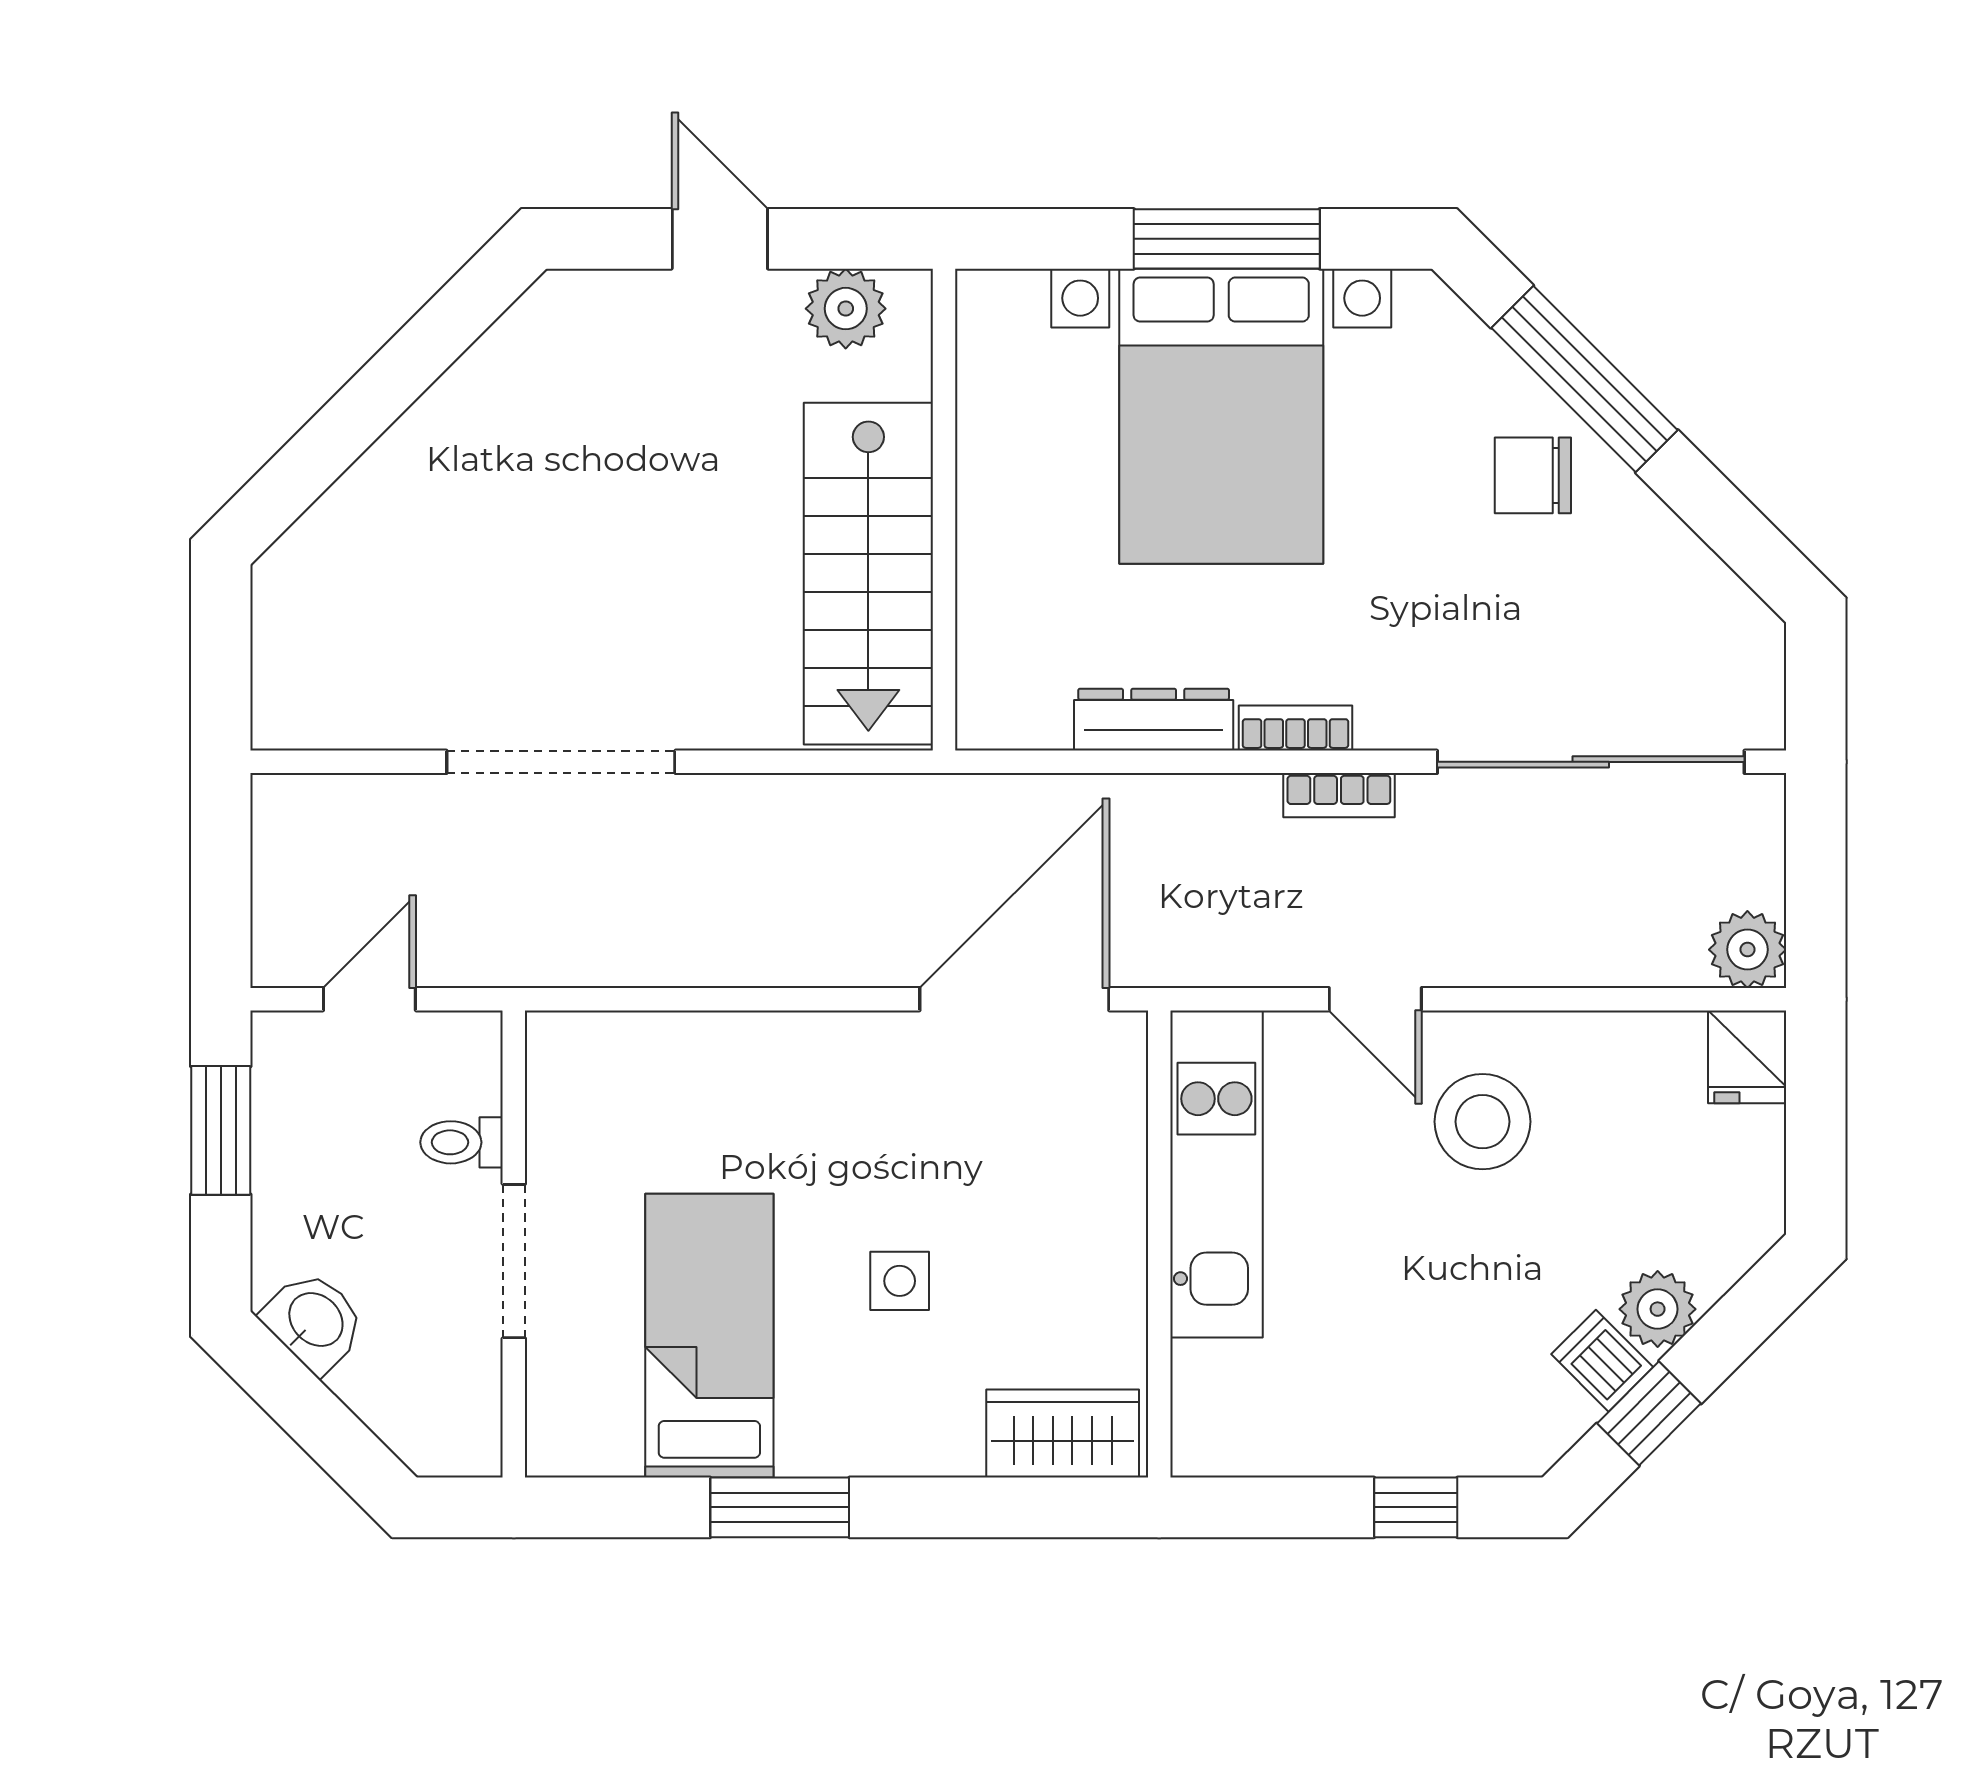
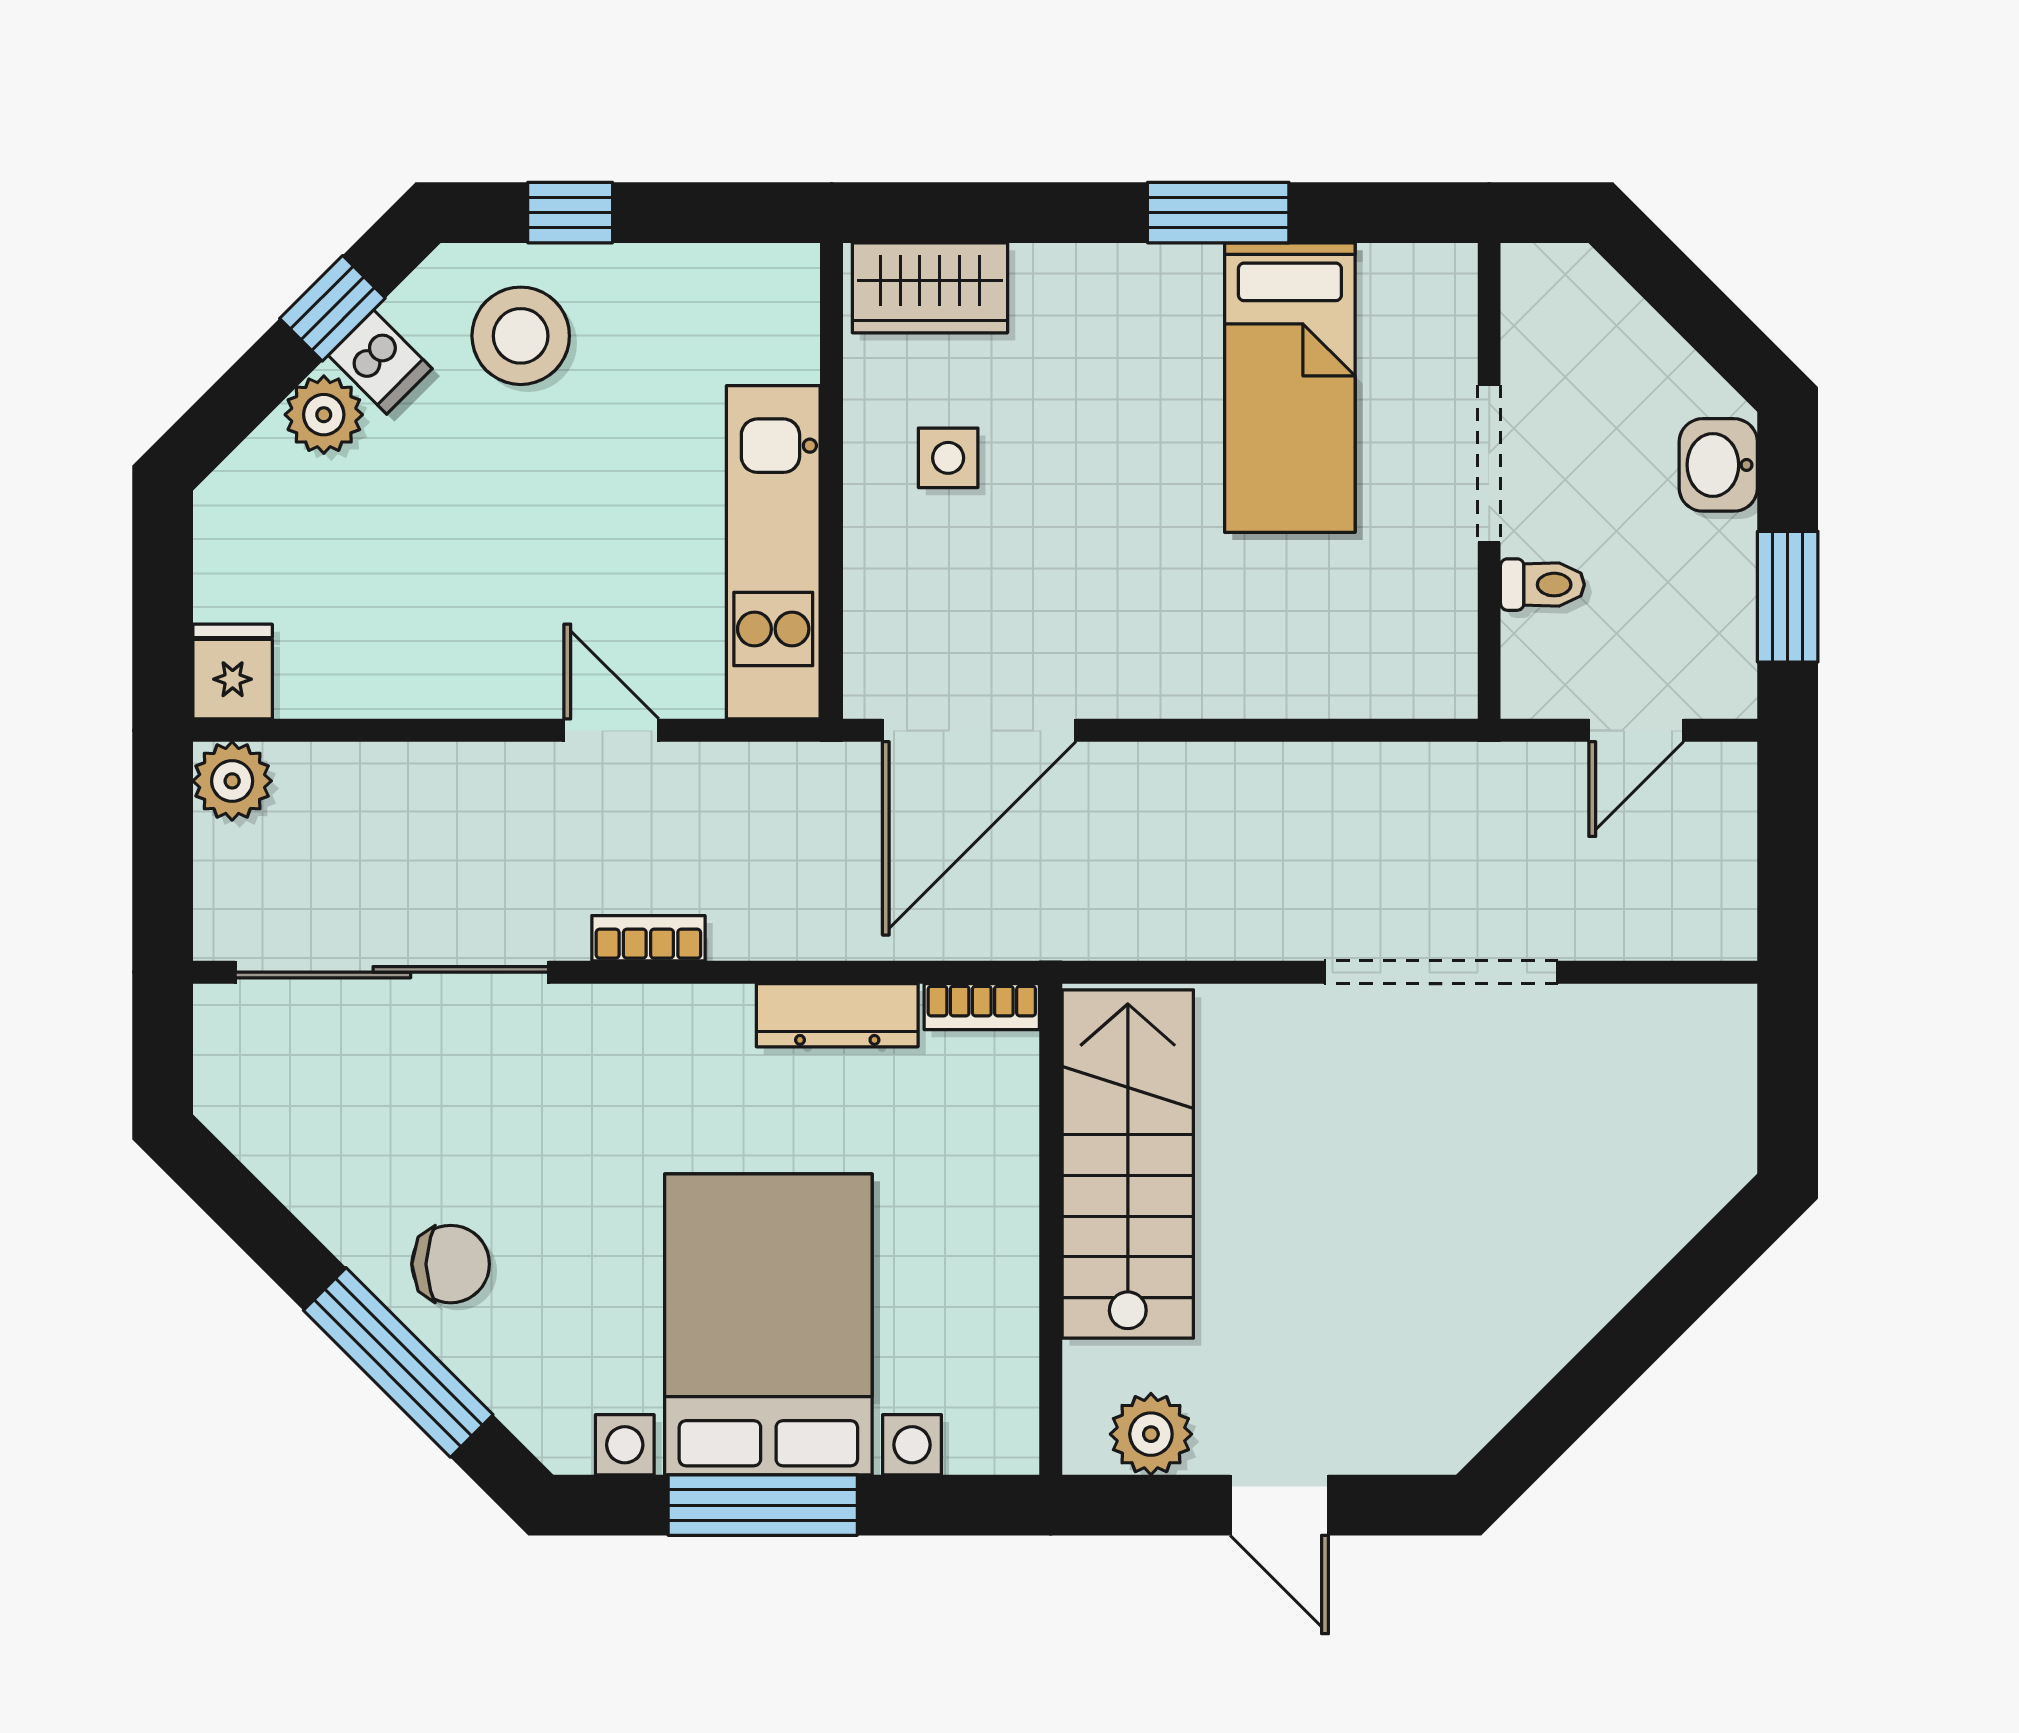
bookcase: (1295, 728) -> (982, 1007), moved
stool: (1483, 1122) -> (521, 336), moved
side table: (900, 1281) -> (948, 458), moved
washbasin: (314, 1321) -> (1718, 465), moved, turned 45

